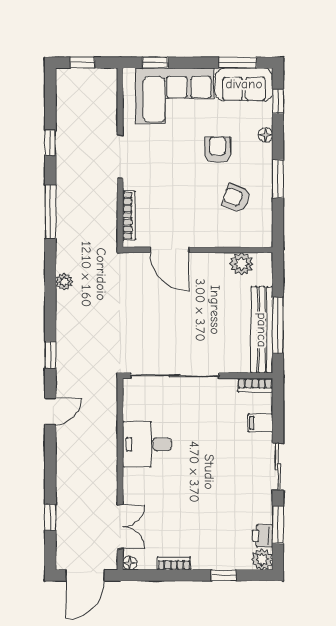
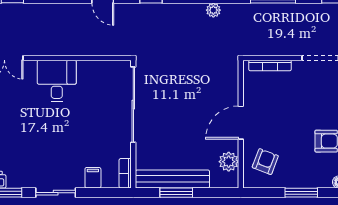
armchair: (236, 198) -> (265, 162), moved
door: (169, 250) -> (241, 123), moved
window: (278, 325) -> (176, 193), width x0.69
desk: (147, 444) -> (57, 81), moved

